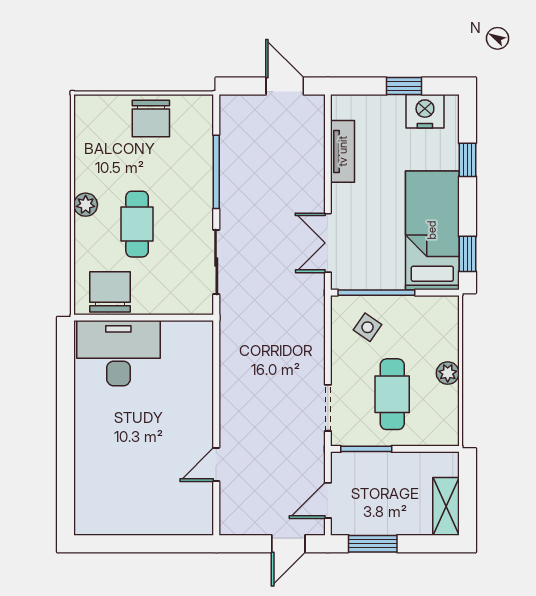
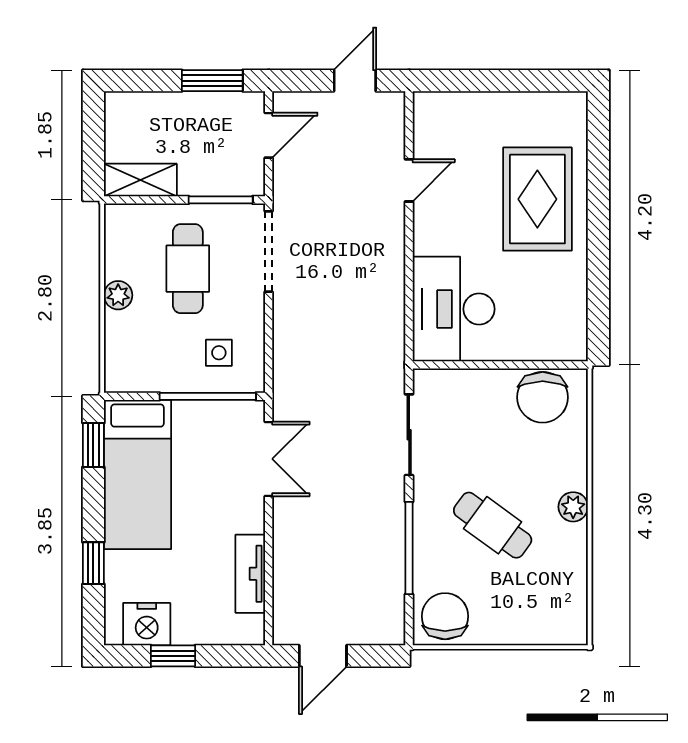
door: (285, 86) -> (323, 656), hinge flipped
chair: (151, 118) -> (445, 616), moved
cafe table: (137, 224) -> (493, 525), moved, turned -54
side table: (368, 327) -> (219, 353), turned -35
desk: (118, 353) -> (454, 309), moved, turned 90
doorway: (328, 408) -> (269, 252), width x1.38
rug: (114, 450) -> (537, 199), added
shelving: (446, 506) -> (140, 180), moved, turned 90
door: (288, 544) -> (355, 81), moved

